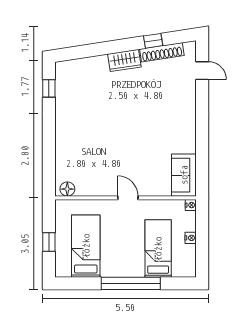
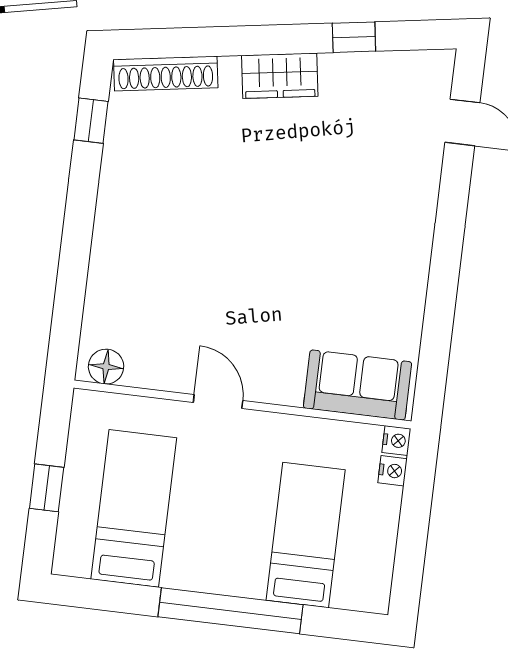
shoe rack: (162, 52) -> (166, 73), moved
sofa: (184, 175) -> (358, 385), moved, turned 90
door: (128, 198) -> (218, 402), moved
nightstand: (191, 238) -> (393, 471), moved

